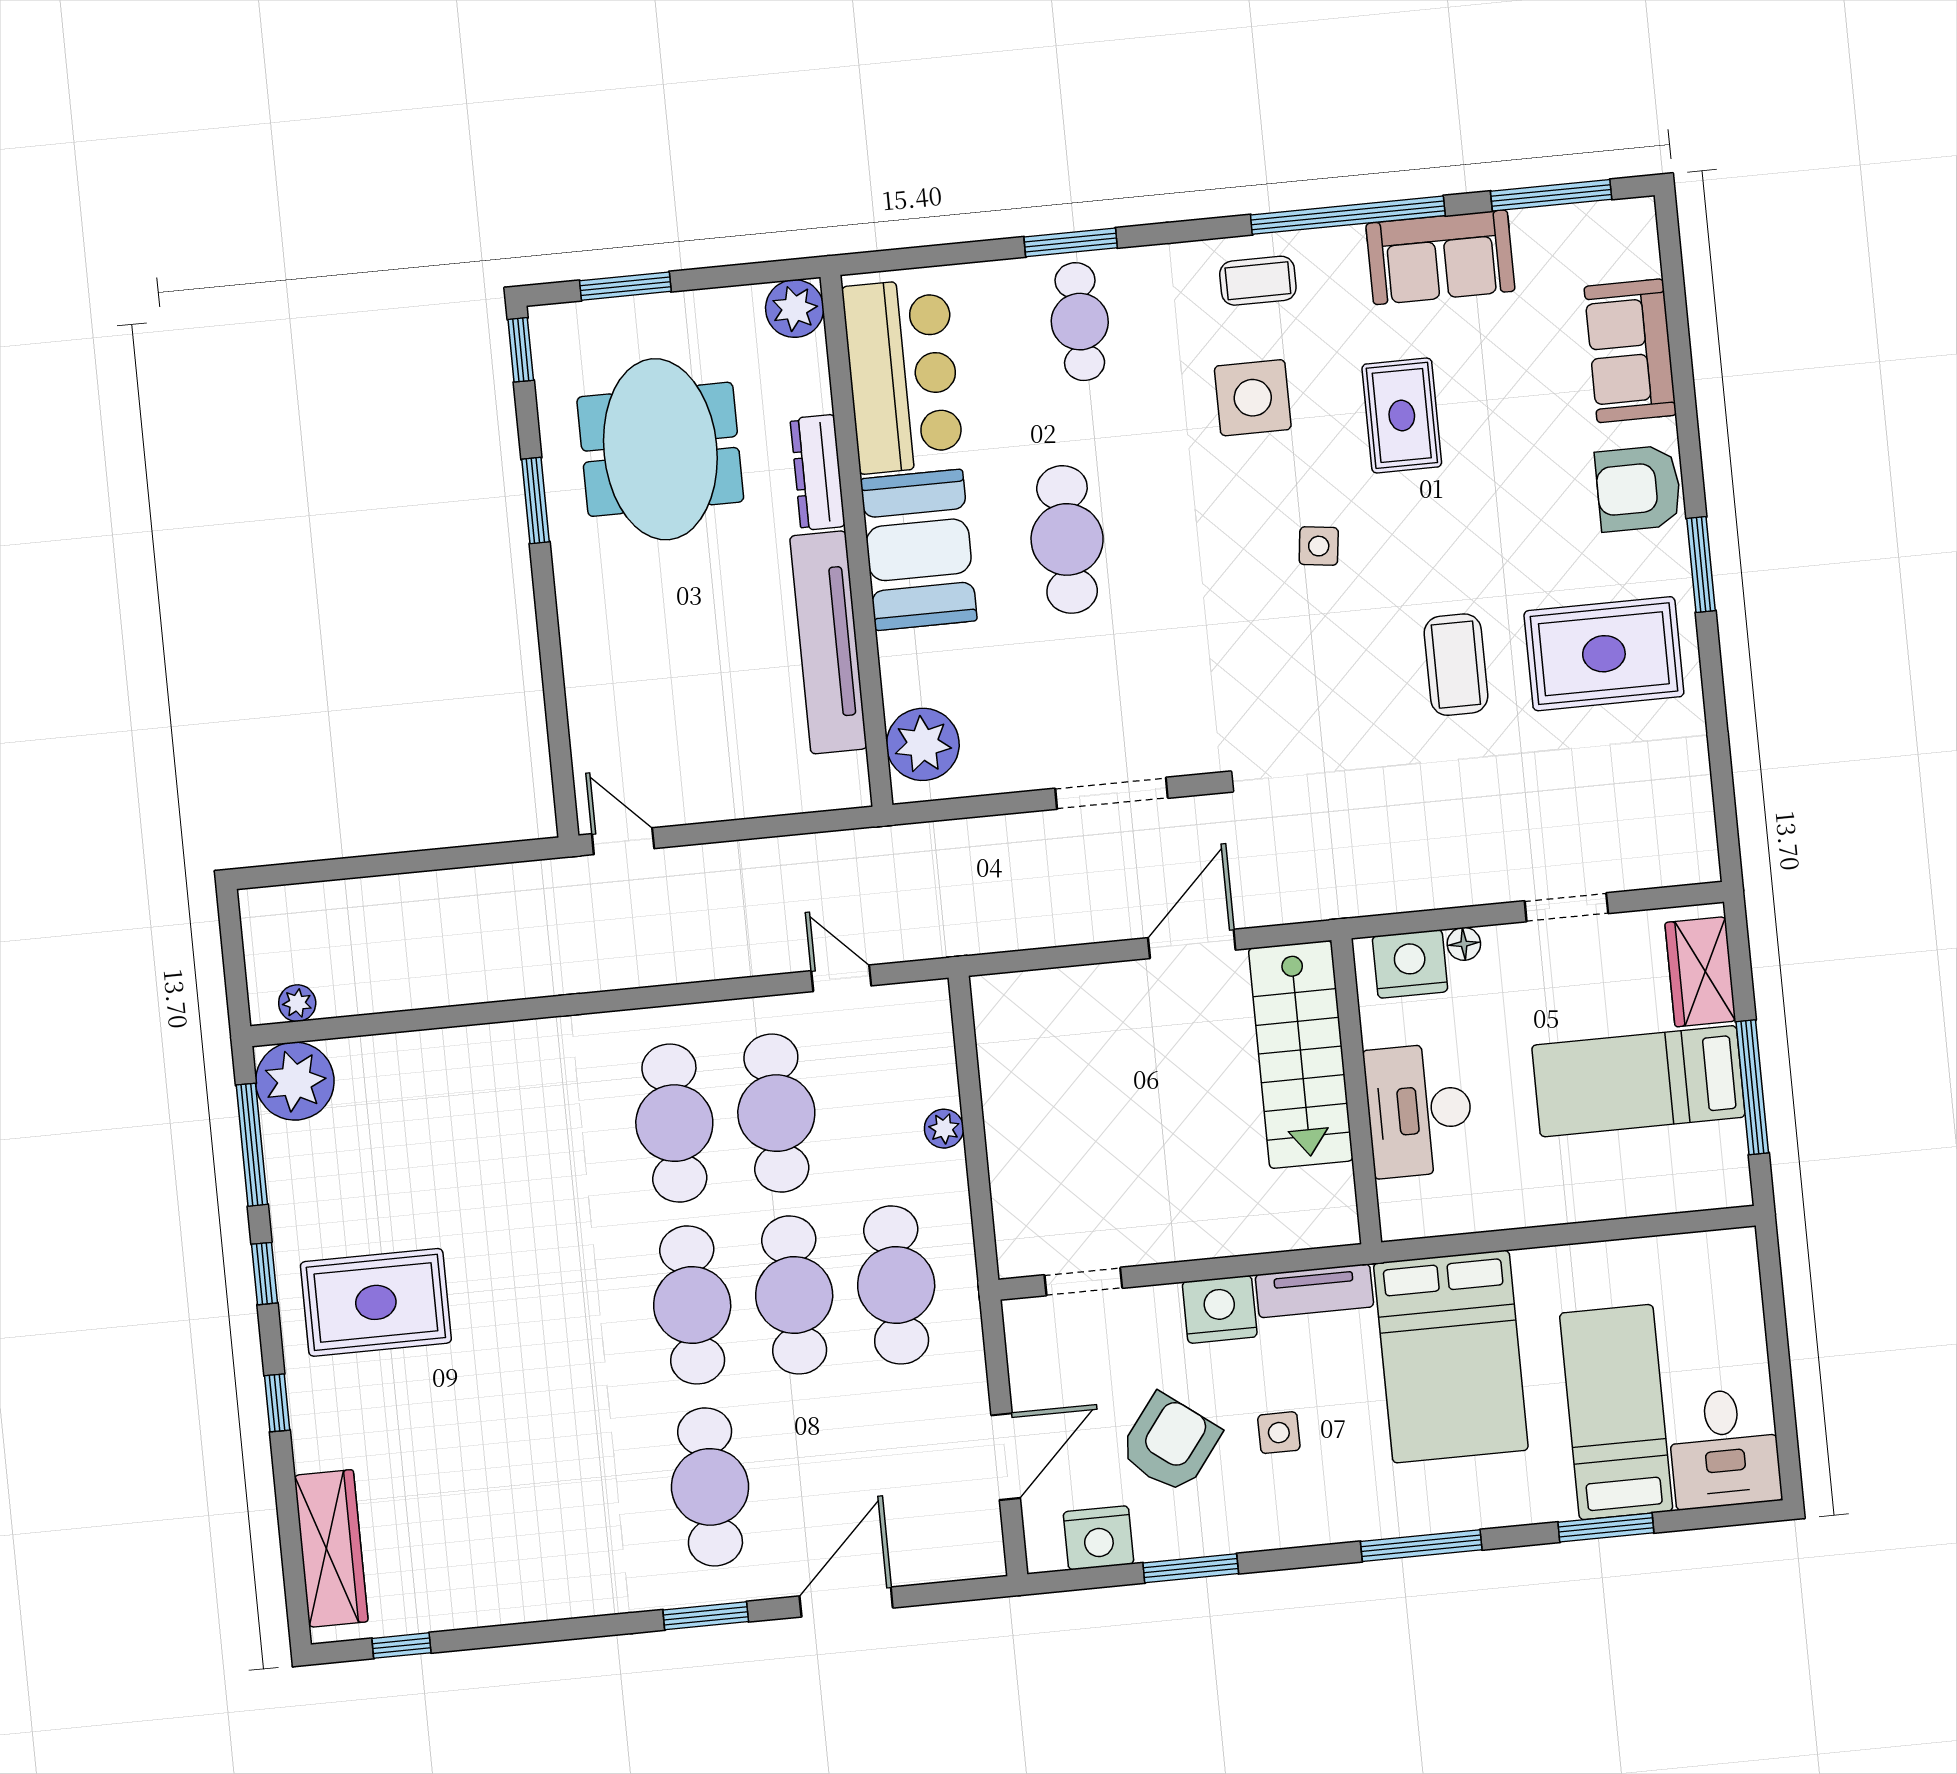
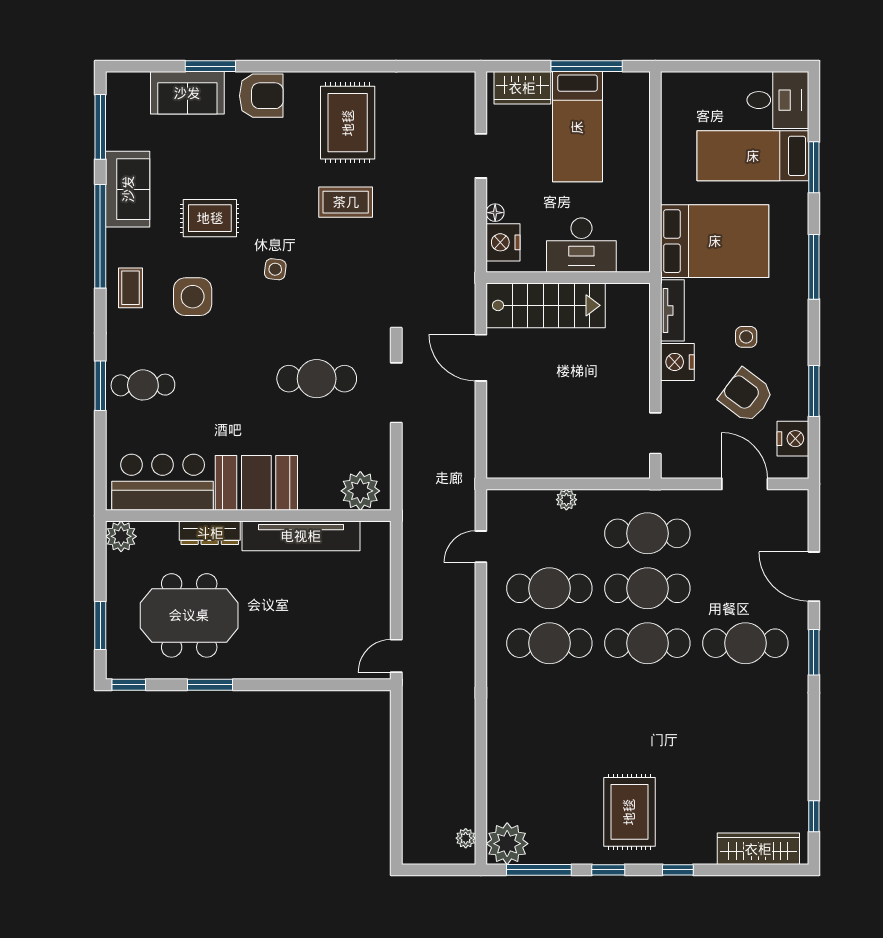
armchair: (1638, 488) -> (261, 96), turned -90
cafe table: (1067, 539) -> (317, 379), moved
window: (1701, 565) -> (210, 66), moved

